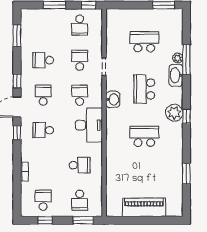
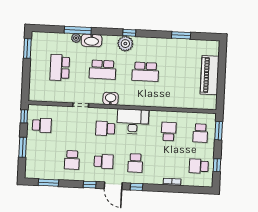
school desk: (80, 60) -> (74, 127), removed
school desk: (43, 95) -> (104, 161), turned 180
school desk: (144, 136) -> (145, 72), turned -90
school desk: (80, 200) -> (200, 133), turned 90

